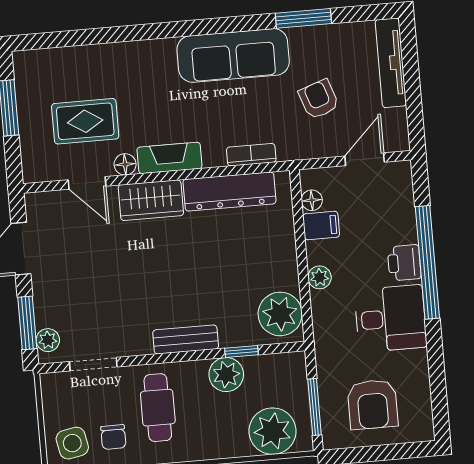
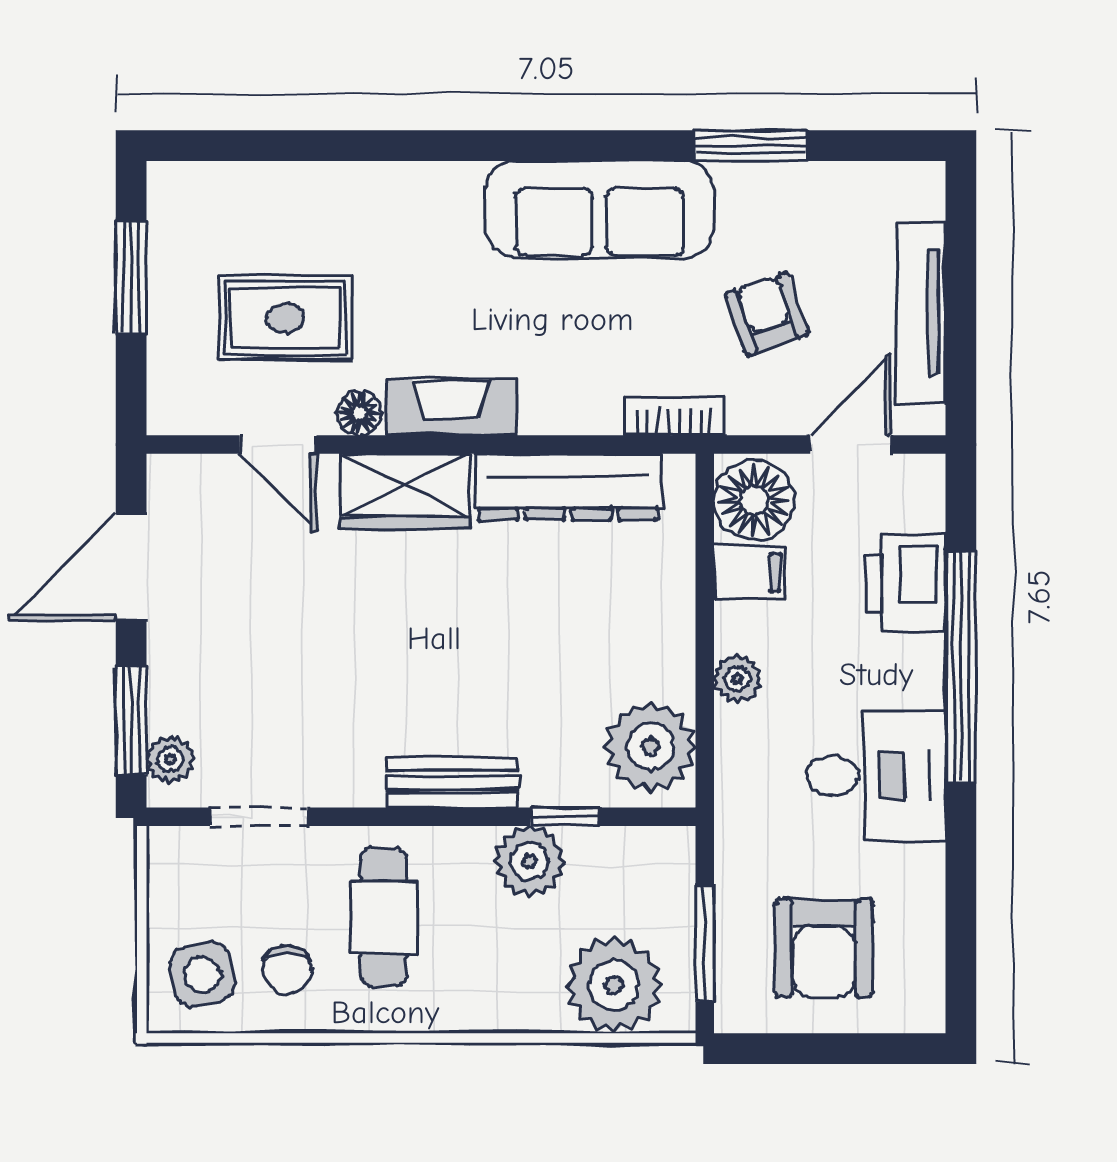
tv unit: (391, 63) -> (921, 313), moved
bookcase: (251, 155) -> (674, 416), moved
floor lamp: (312, 200) -> (754, 500), width x1.89, depth x1.89
printer: (404, 263) -> (906, 583), moved, width x1.36, depth x1.24

